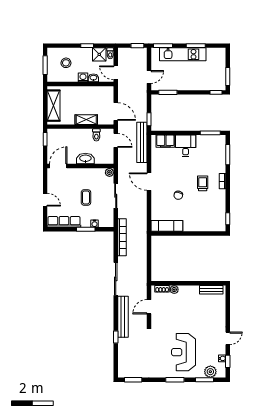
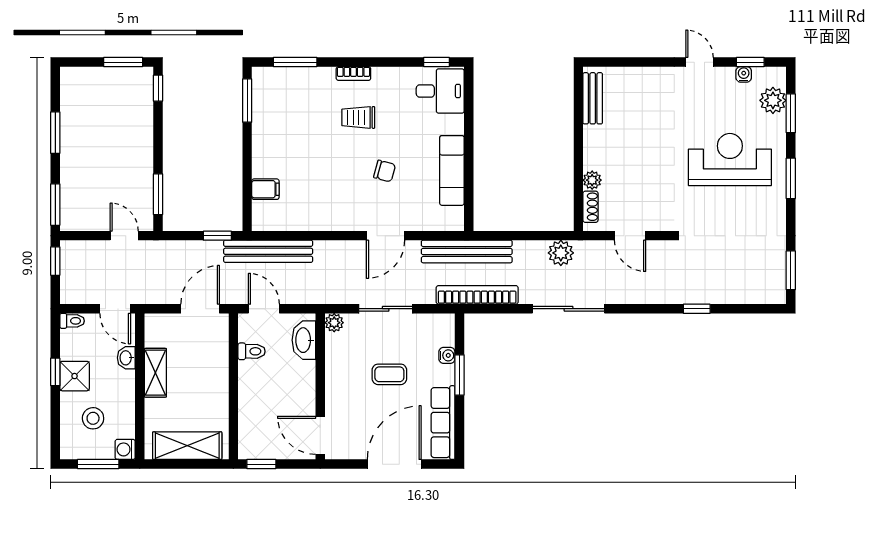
shower: (99, 54) -> (75, 376), moved
kitchen unit: (183, 54) -> (74, 161), removed
door: (116, 73) -> (115, 309), hinge flipped
washing machine: (83, 77) -> (125, 449), moved
shelving: (86, 120) -> (155, 373), moved
door: (116, 140) -> (264, 309), hinge flipped
filing cabinet: (165, 141) -> (265, 189), width x0.50
desk: (186, 146) -> (440, 91), moved, turned 180
washbasin: (85, 159) -> (304, 340), moved
door: (149, 182) -> (386, 236), moved
door: (45, 200) -> (394, 464), width x1.87
exam couch: (167, 226) -> (452, 170), moved
plant: (141, 275) -> (561, 253), added
bench: (123, 317) -> (467, 252), moved
reception desk: (184, 352) -> (730, 159), turned 180

